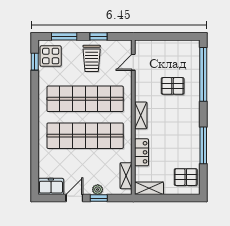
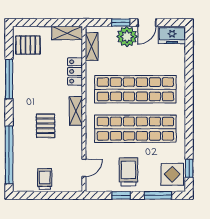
trolley: (170, 52) -> (45, 179), added
pallet: (173, 86) -> (46, 126), moved, turned 90
plant: (98, 190) -> (127, 37), width x1.88, depth x1.88

